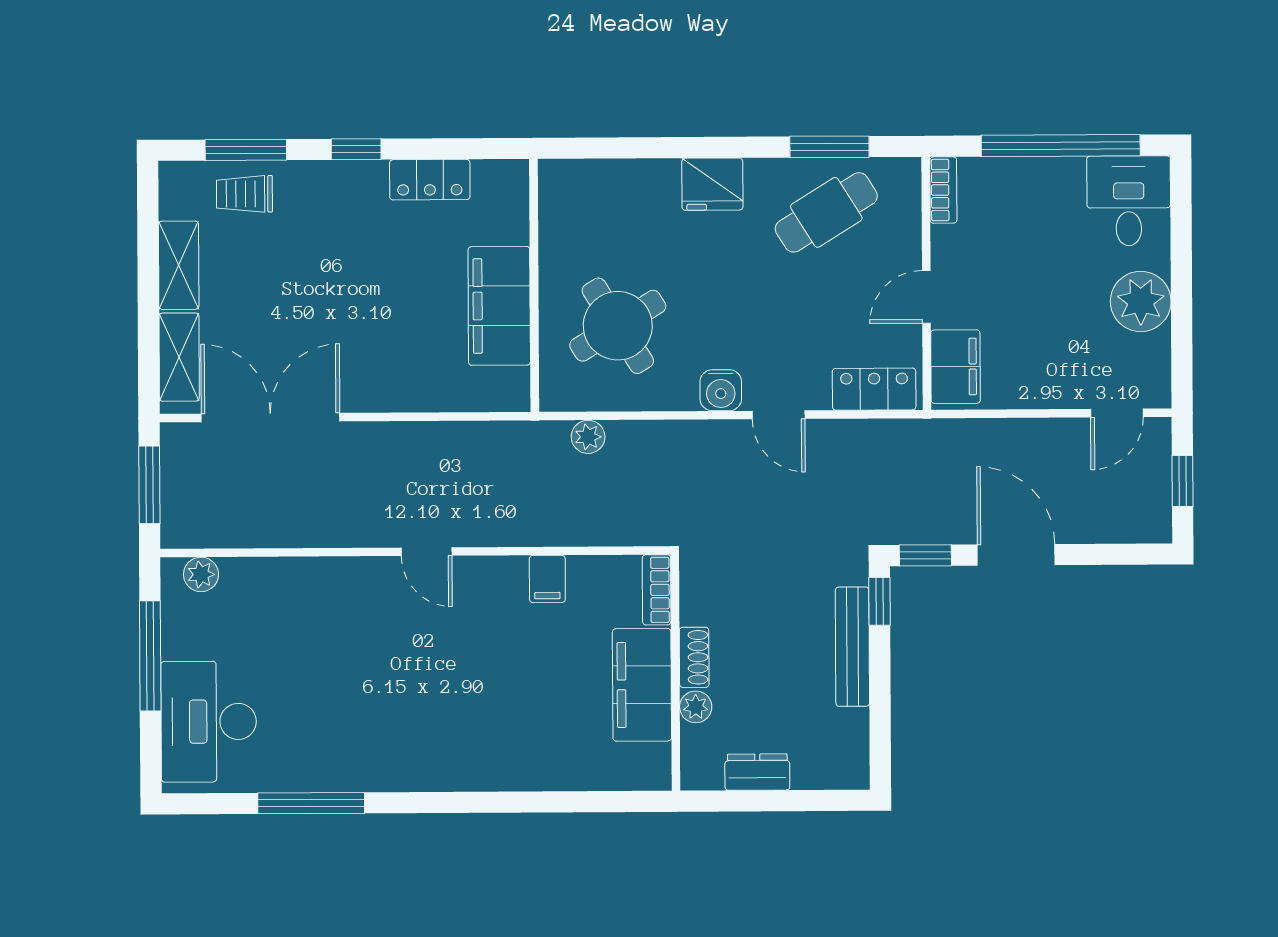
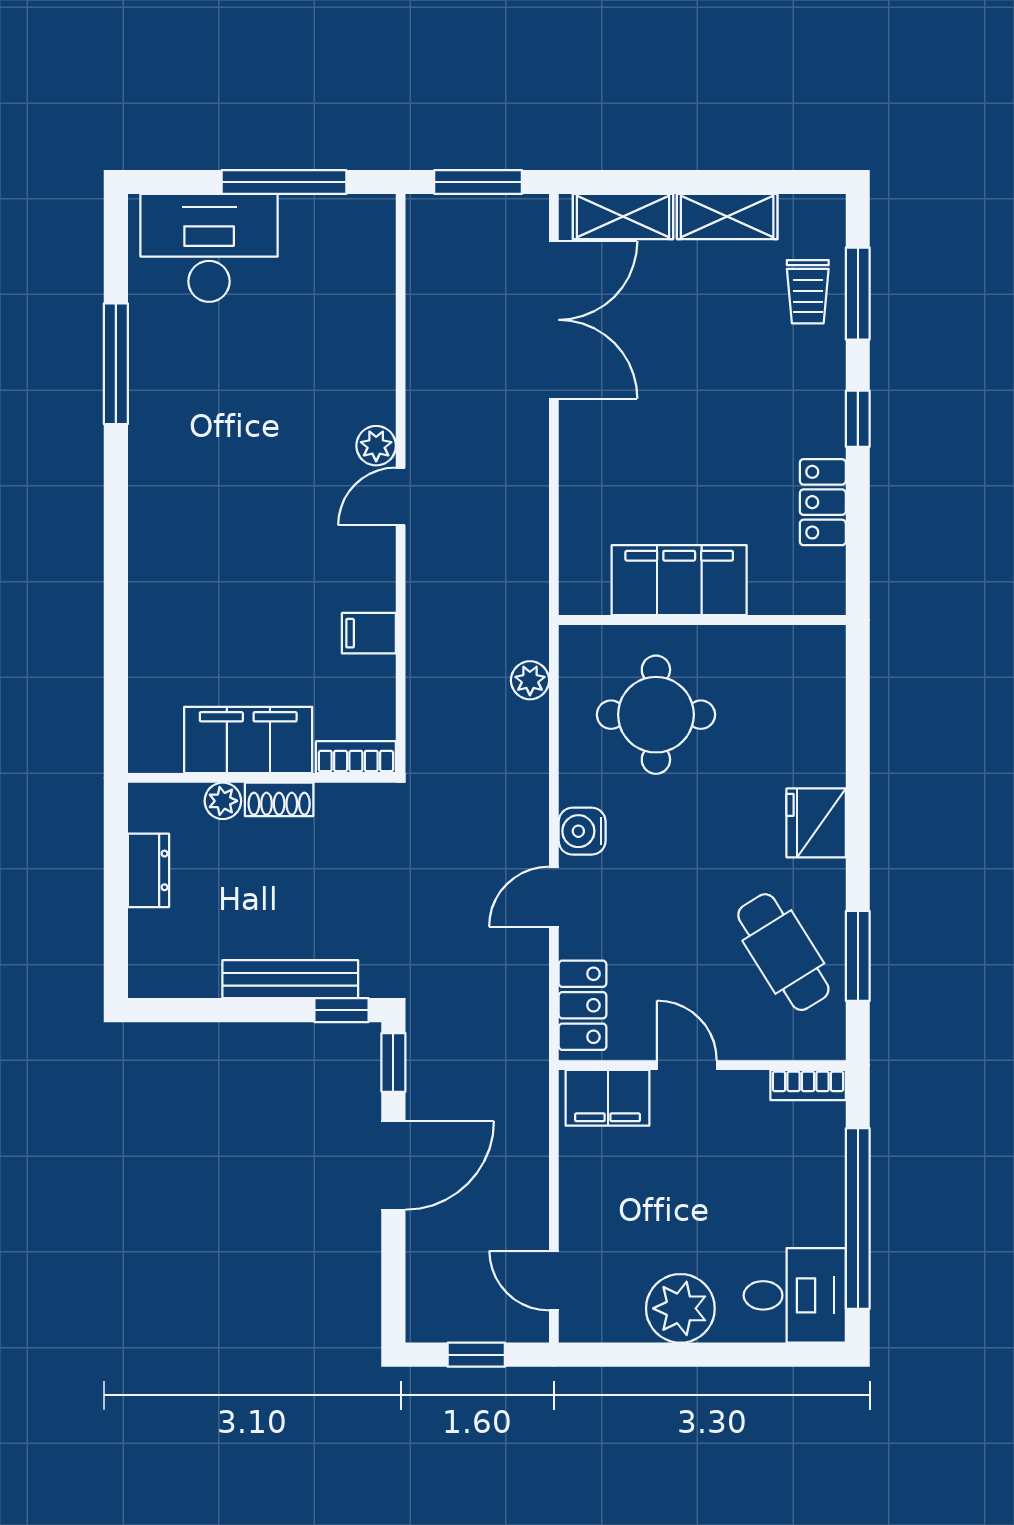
trolley: (244, 194) -> (808, 292), turned 180
round table: (618, 326) -> (656, 715), turned 32
plant: (201, 574) -> (376, 446), moved

